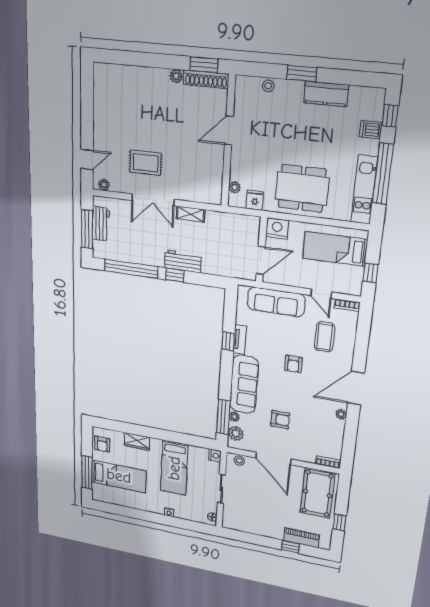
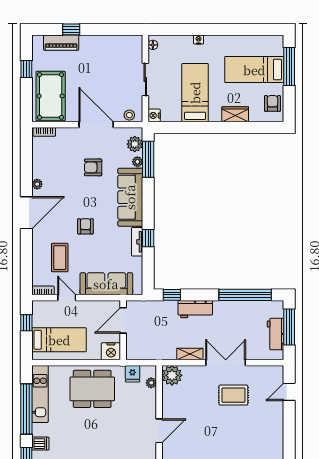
plant: (104, 185) -> (172, 375), moved, width x1.88, depth x1.88
window: (175, 275) -> (172, 295), moved

